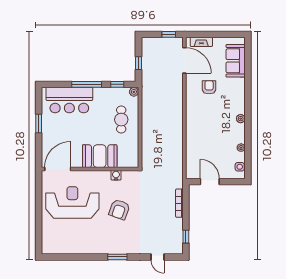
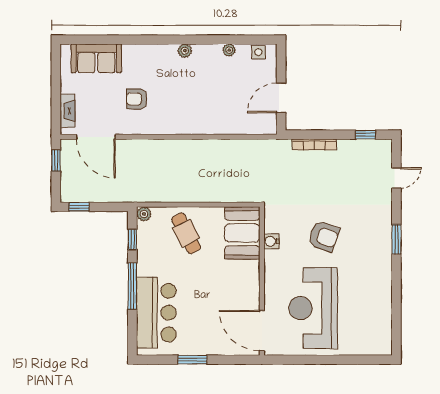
door: (184, 60) -> (96, 137), swing flipped
window: (139, 63) -> (79, 207), moved
cafe table: (121, 120) -> (186, 233), turned 63
booth: (100, 156) -> (242, 233), moved

